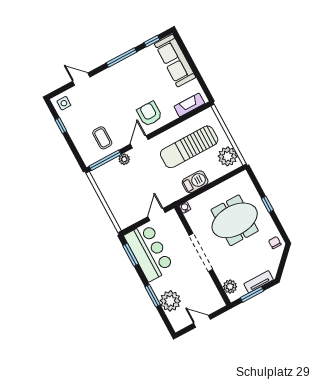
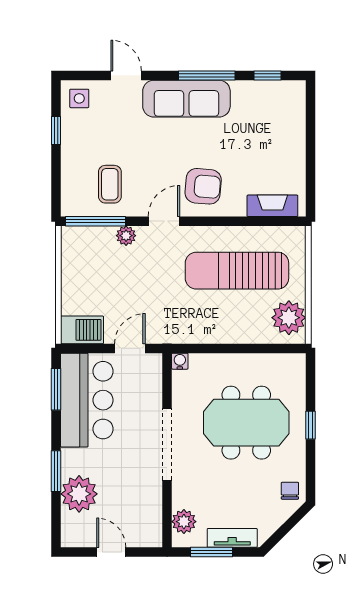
sofa: (175, 61) -> (186, 99), moved, turned -90
armchair: (149, 114) -> (203, 186), turned 95
barbecue: (195, 182) -> (82, 330), moved

